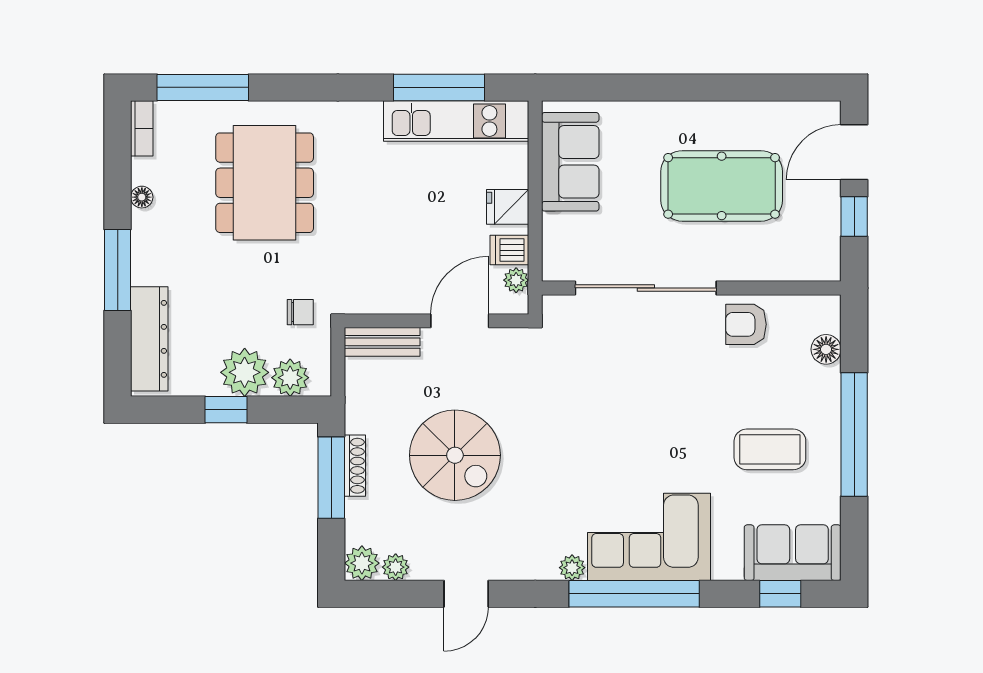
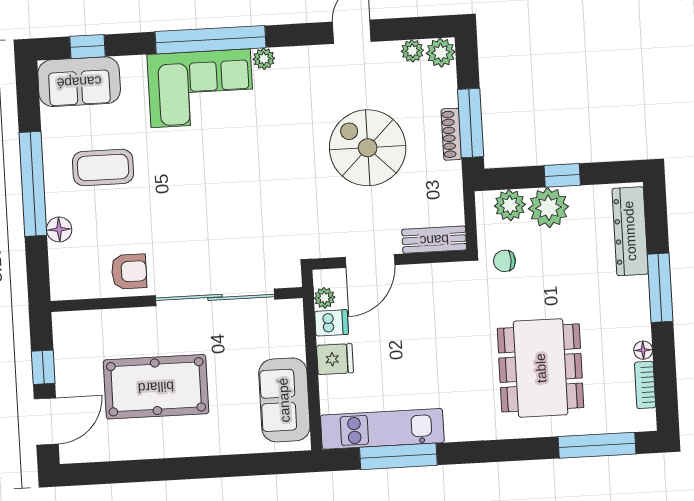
bookcase: (142, 128) -> (645, 385), moved
floor lamp: (826, 349) -> (59, 229), moved

